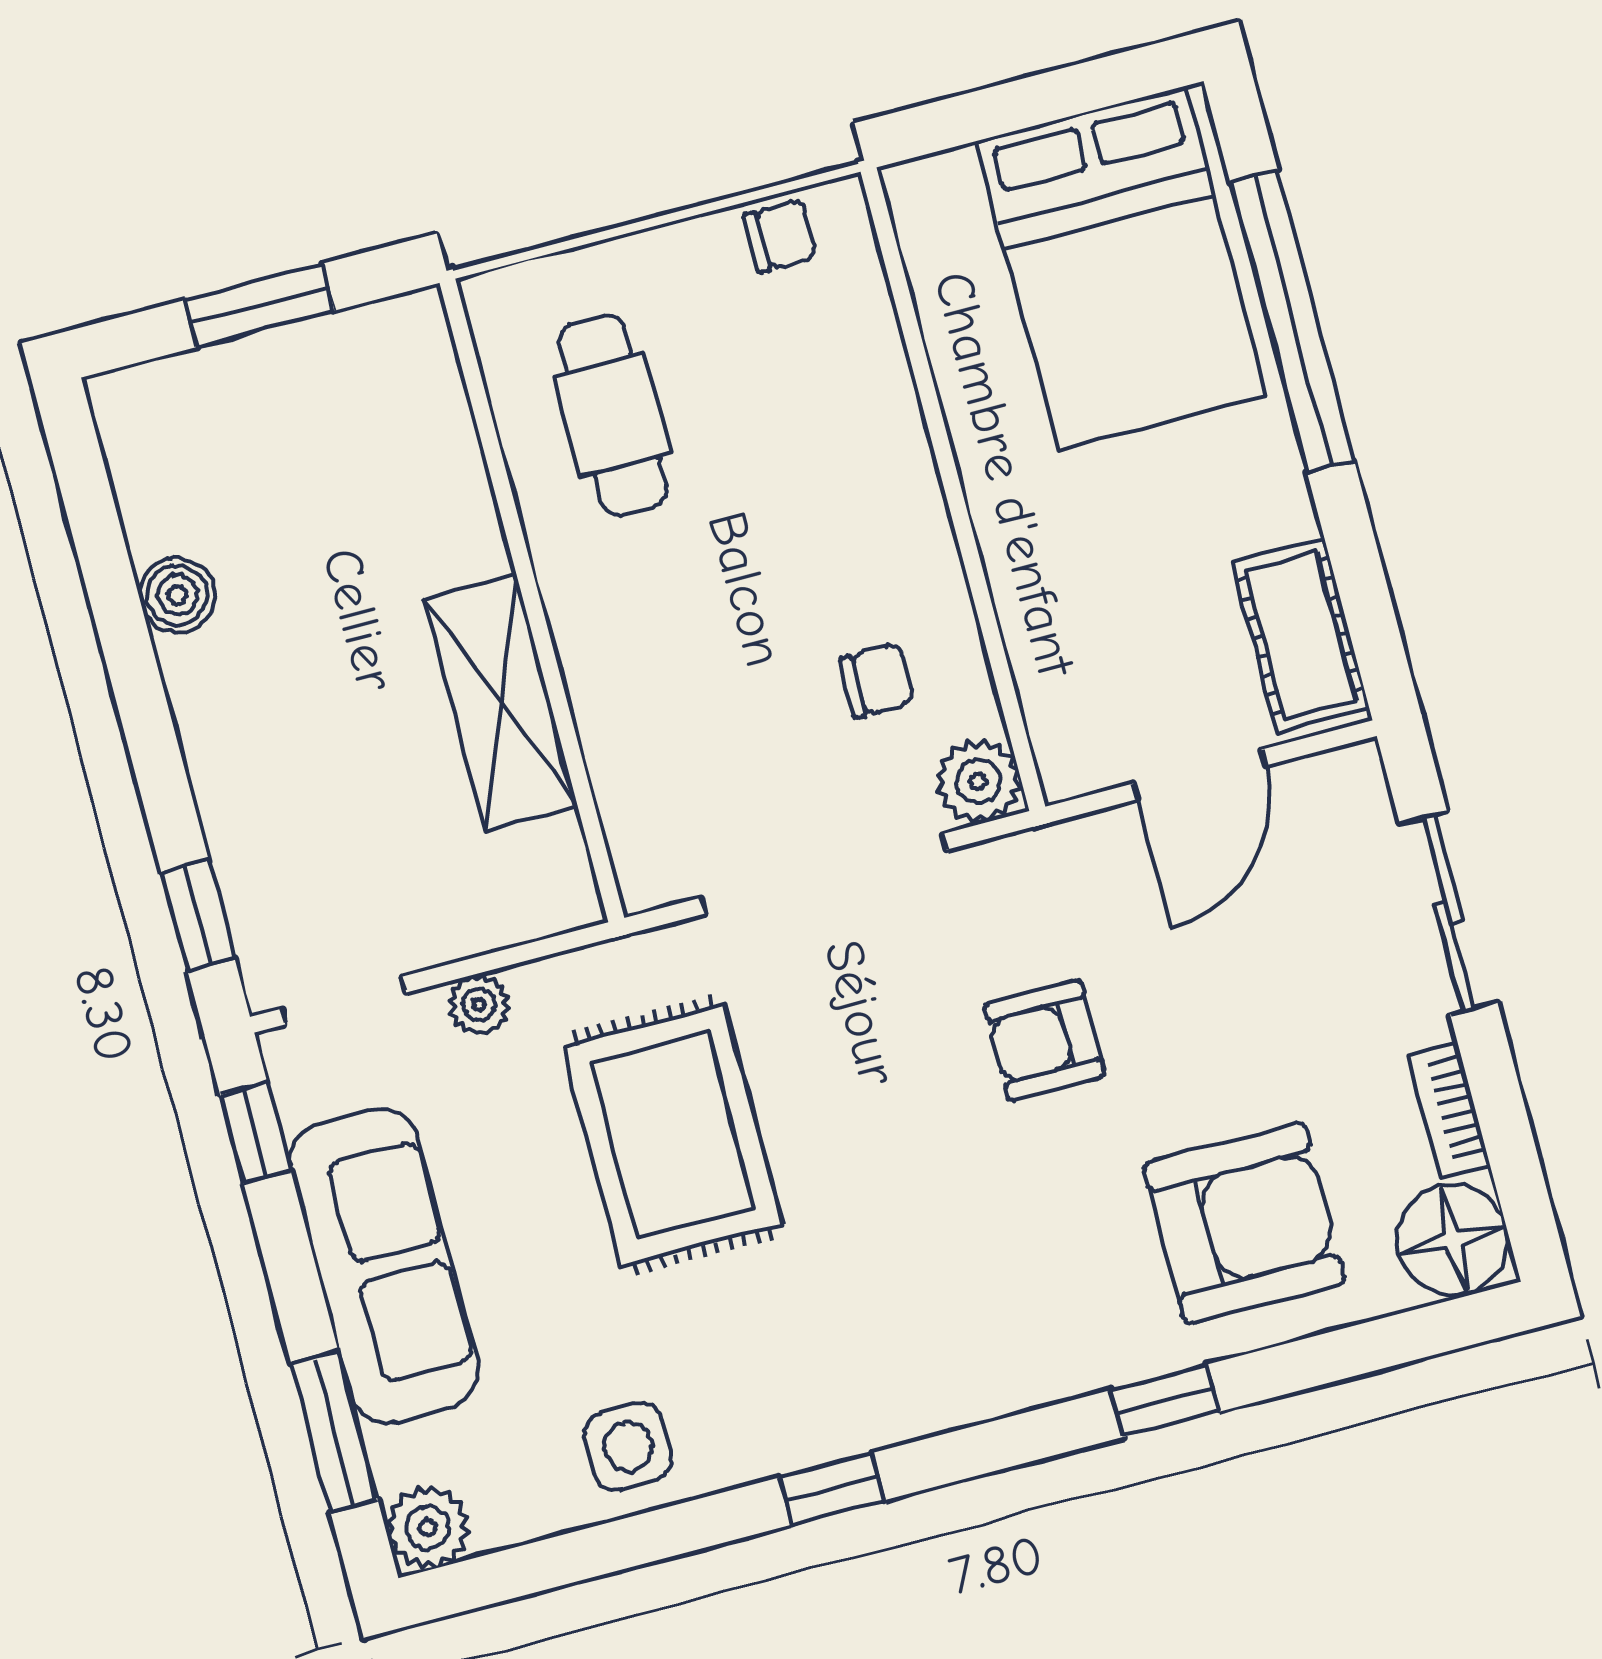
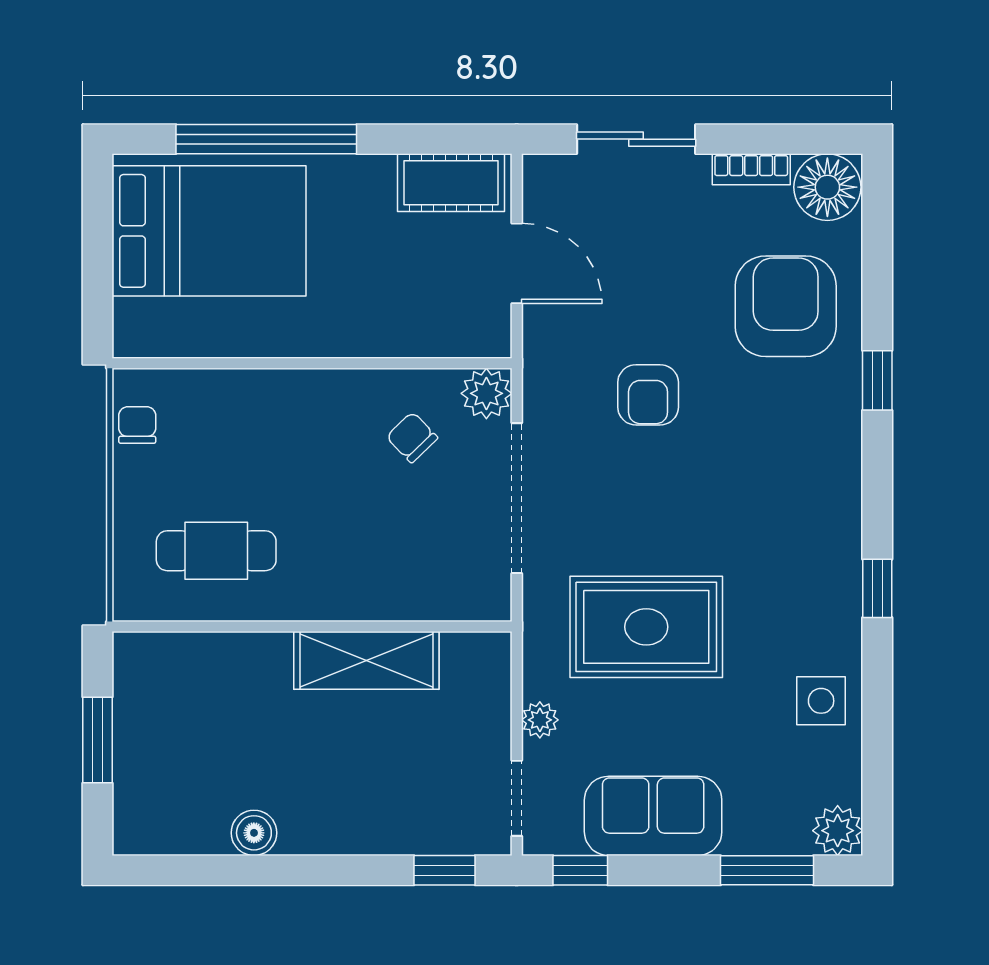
chair: (877, 681) -> (412, 437), turned -44
sofa: (384, 1266) -> (653, 816), width x0.73

